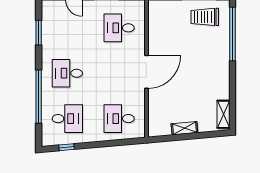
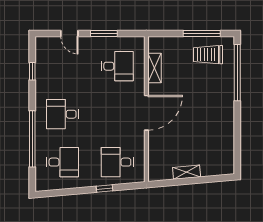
desk: (119, 28) -> (117, 66), turned 180
window: (39, 33) -> (32, 71), width x0.67
shelving: (223, 114) -> (154, 68), moved
window: (67, 147) -> (104, 189), moved

